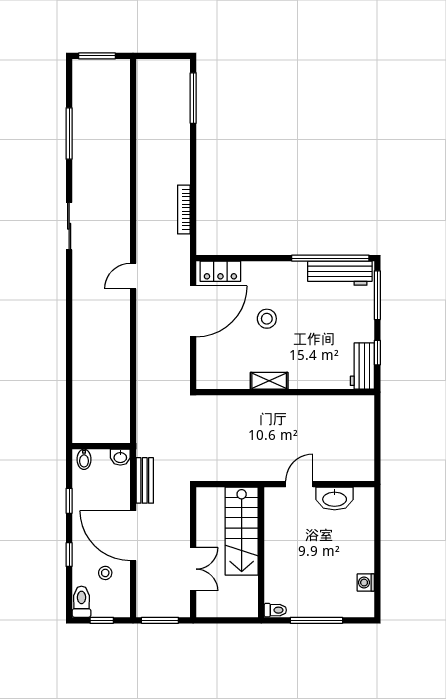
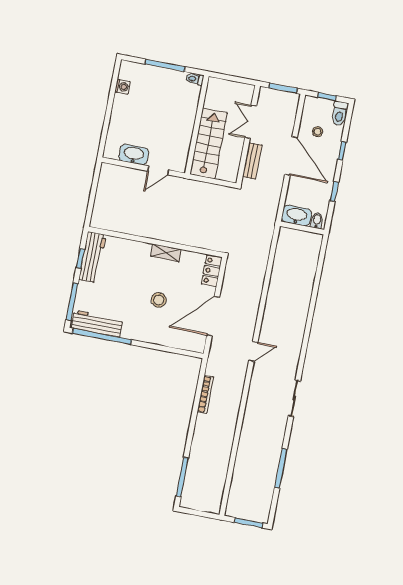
locker: (220, 271) -> (212, 271), moved, turned -90
workbench: (362, 366) -> (92, 257), width x1.38
washbasin: (120, 457) -> (297, 216), width x1.91, depth x1.45
bench: (145, 480) -> (252, 161), moved

